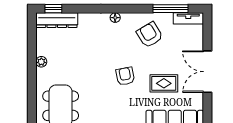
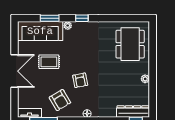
armchair: (125, 76) -> (80, 80), moved

